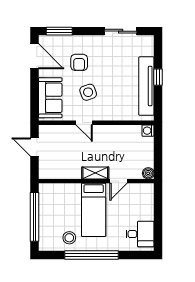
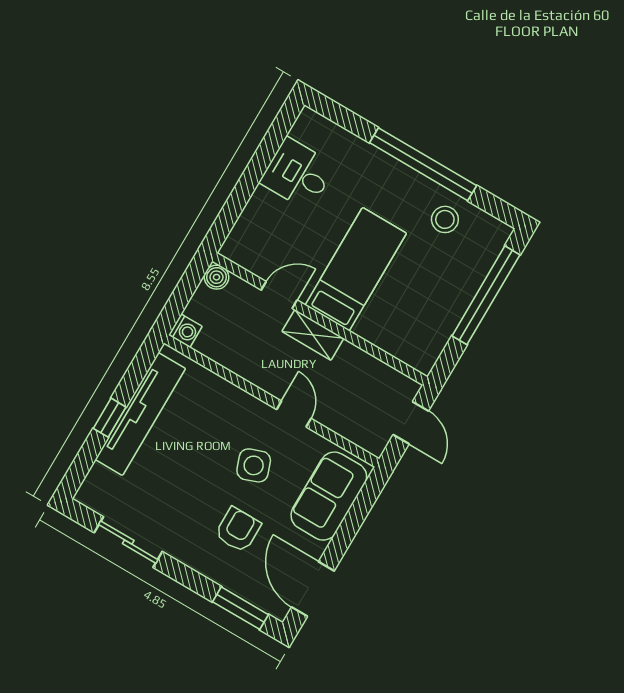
shelving: (95, 173) -> (313, 335), moved
boiler: (148, 173) -> (216, 277), moved
wall: (96, 181) -> (320, 319), moved
door: (118, 181) -> (279, 295), moved
bed: (94, 210) -> (356, 269), moved
desk: (140, 234) -> (298, 174), moved

